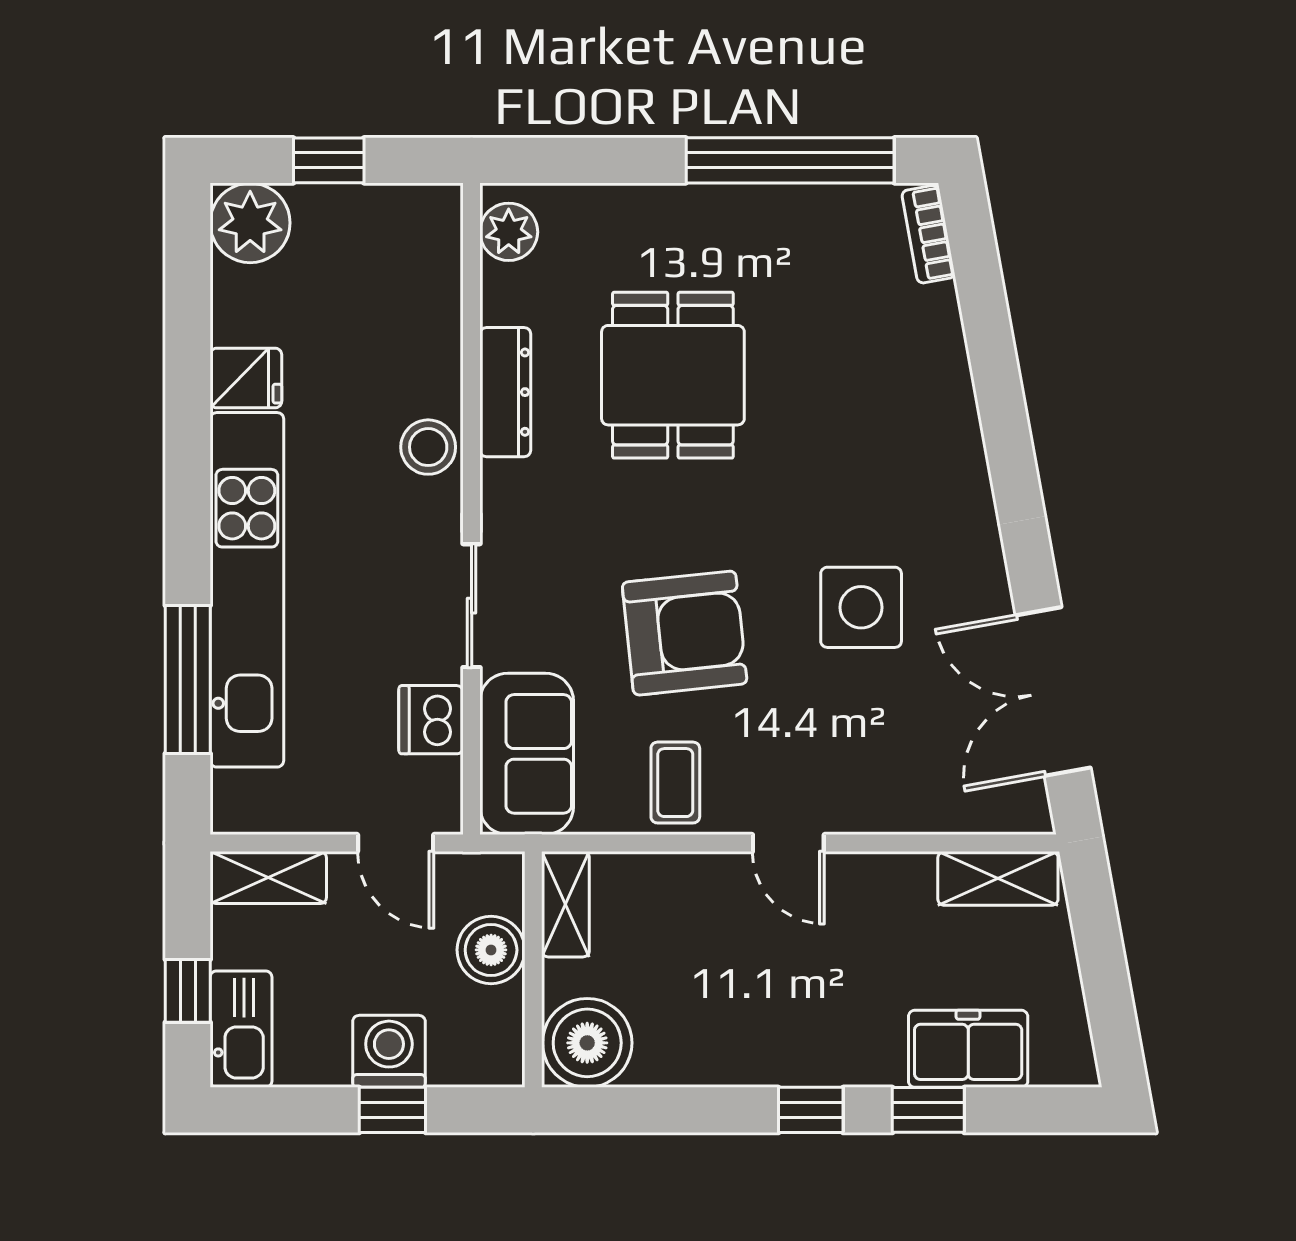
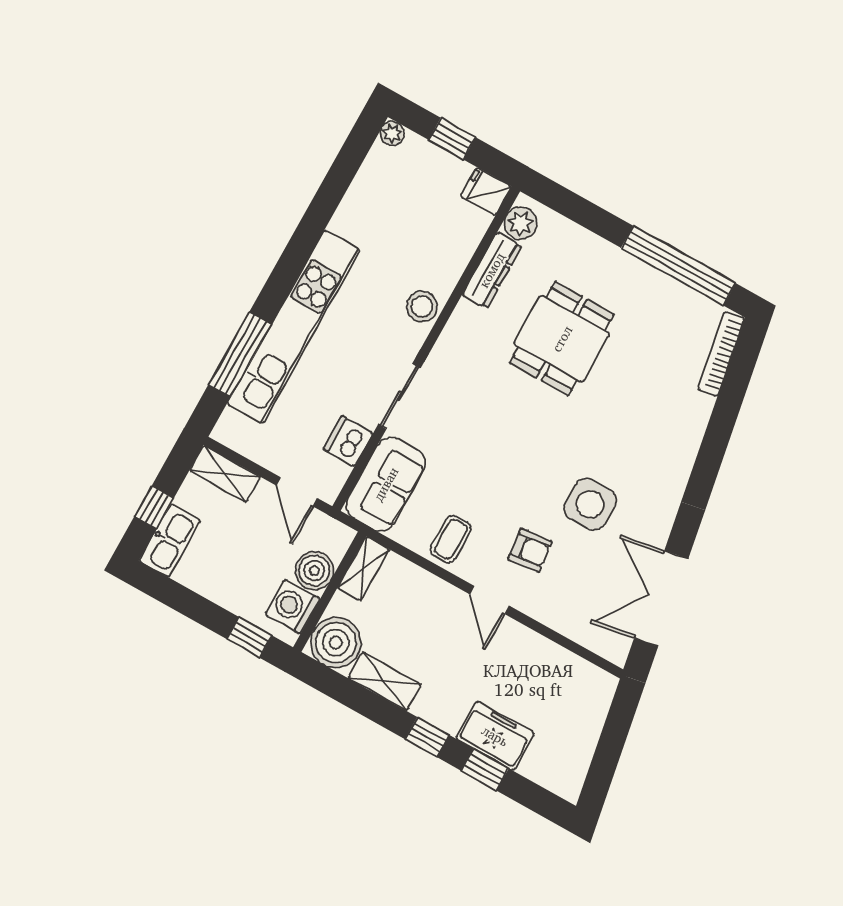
plant: (250, 223) -> (392, 133), width x0.53, depth x0.53
bookcase: (928, 234) -> (721, 354), width x1.56
fridge: (246, 378) -> (486, 191), moved, turned 180
dresser: (505, 392) -> (492, 270), moved
armchair: (685, 633) -> (530, 550), moved, width x0.53, depth x0.53
shelving: (998, 878) -> (385, 681), moved
freezer: (968, 1049) -> (495, 736), moved
washing machine: (389, 1051) -> (293, 607), moved, turned -90
window: (392, 1110) -> (249, 637), moved

